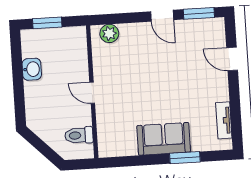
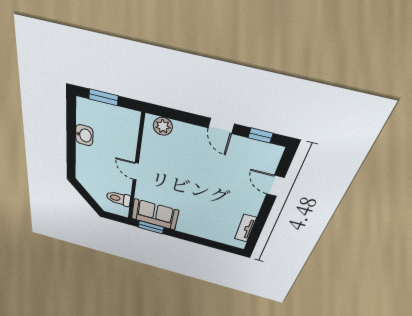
window: (199, 13) -> (260, 135), width x0.67
sofa: (164, 139) -> (155, 215), moved
window: (185, 158) -> (151, 227), moved

